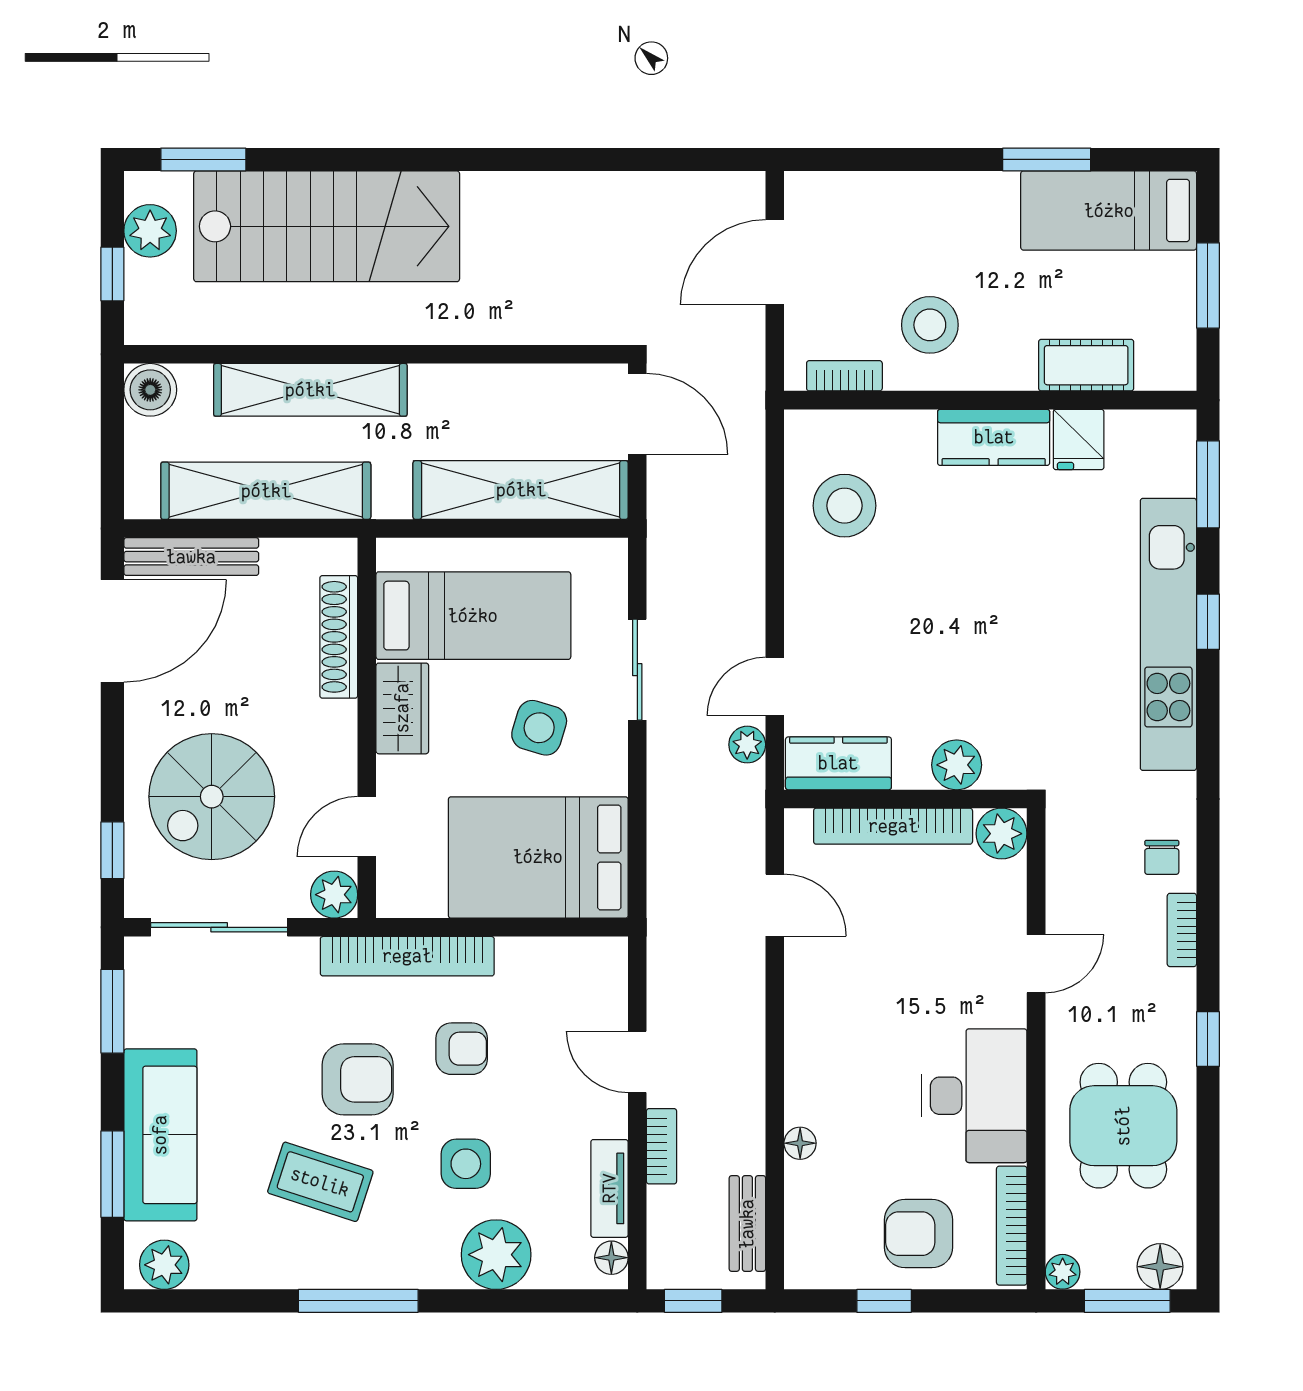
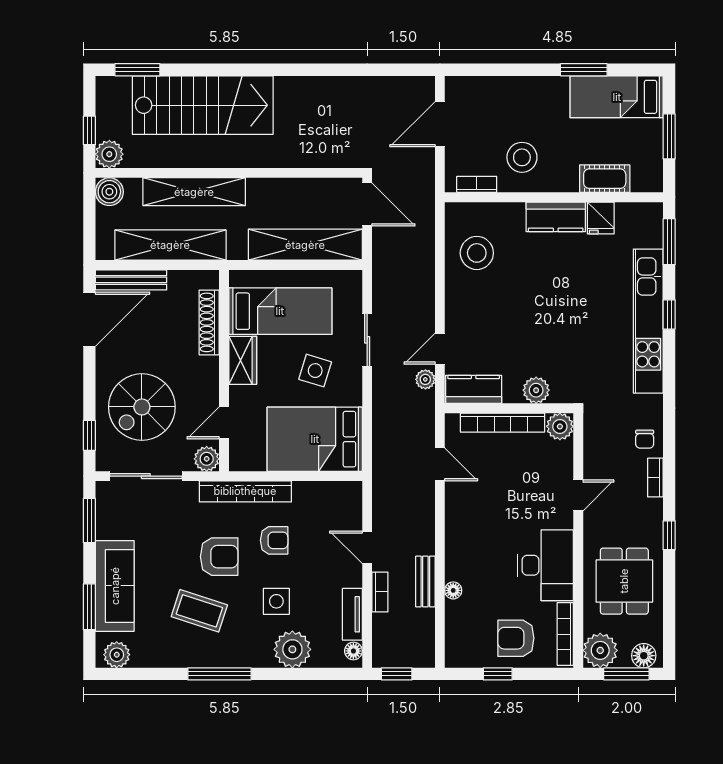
plant: (150, 231) -> (109, 154), moved
bench: (747, 1224) -> (425, 581), moved
plant: (1063, 1272) -> (600, 650), width x1.88, depth x1.88

